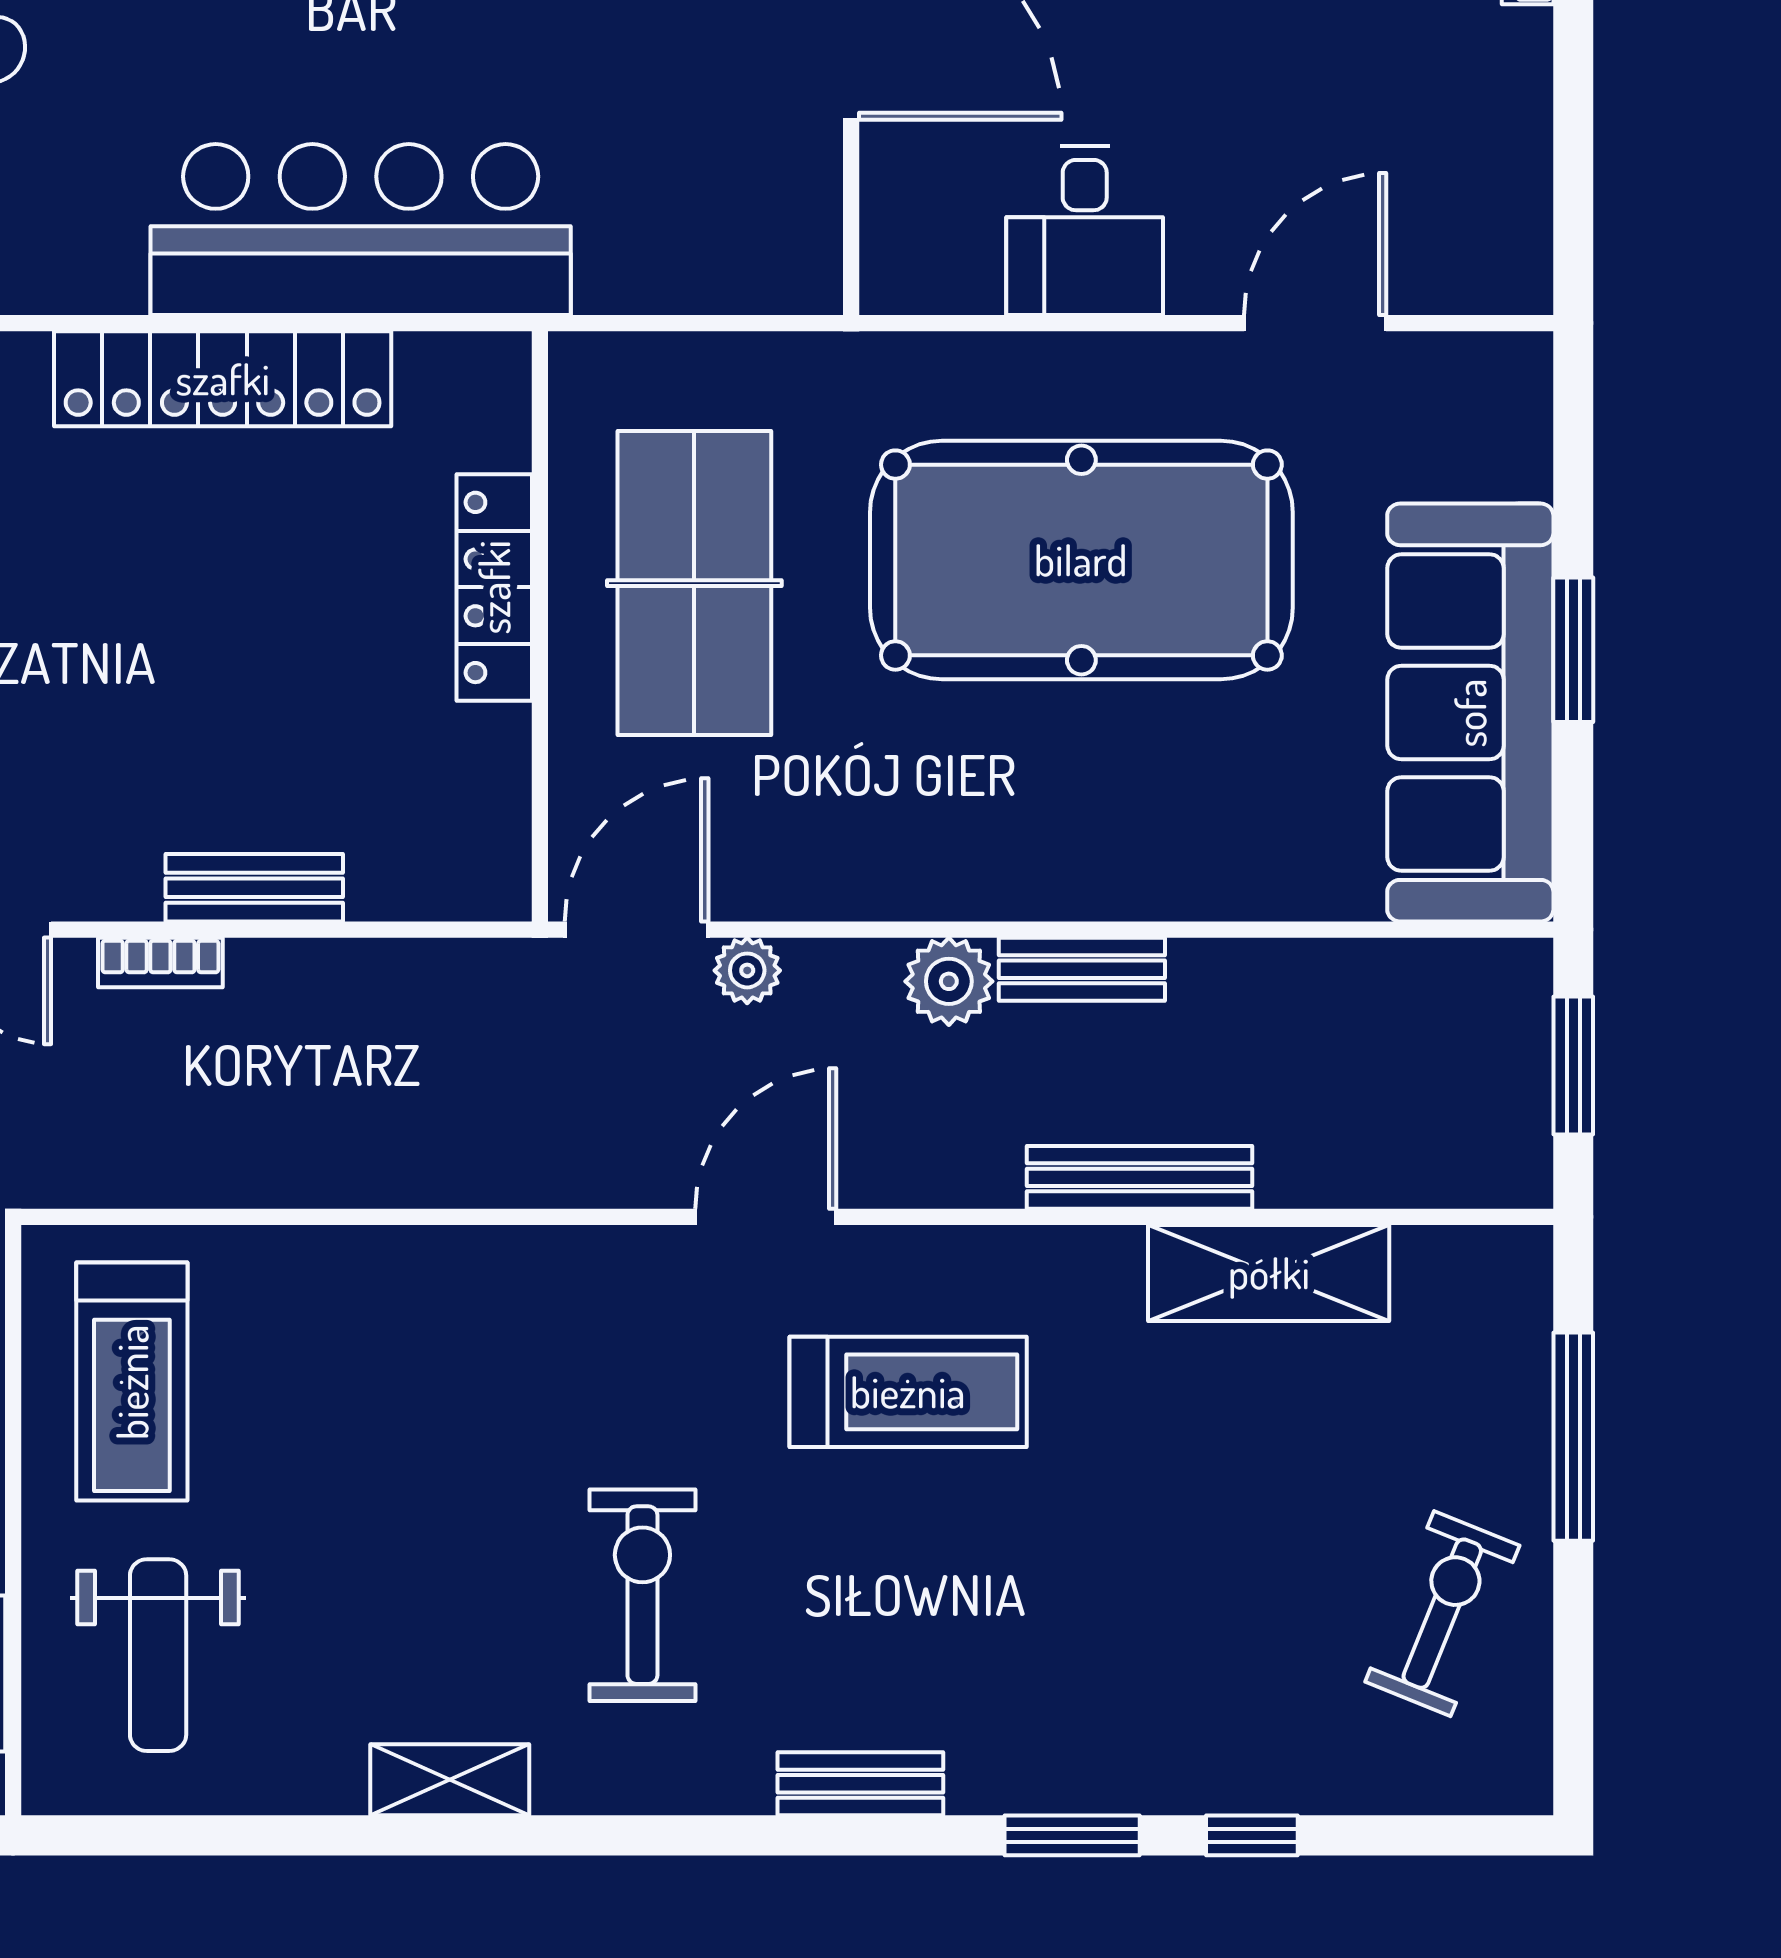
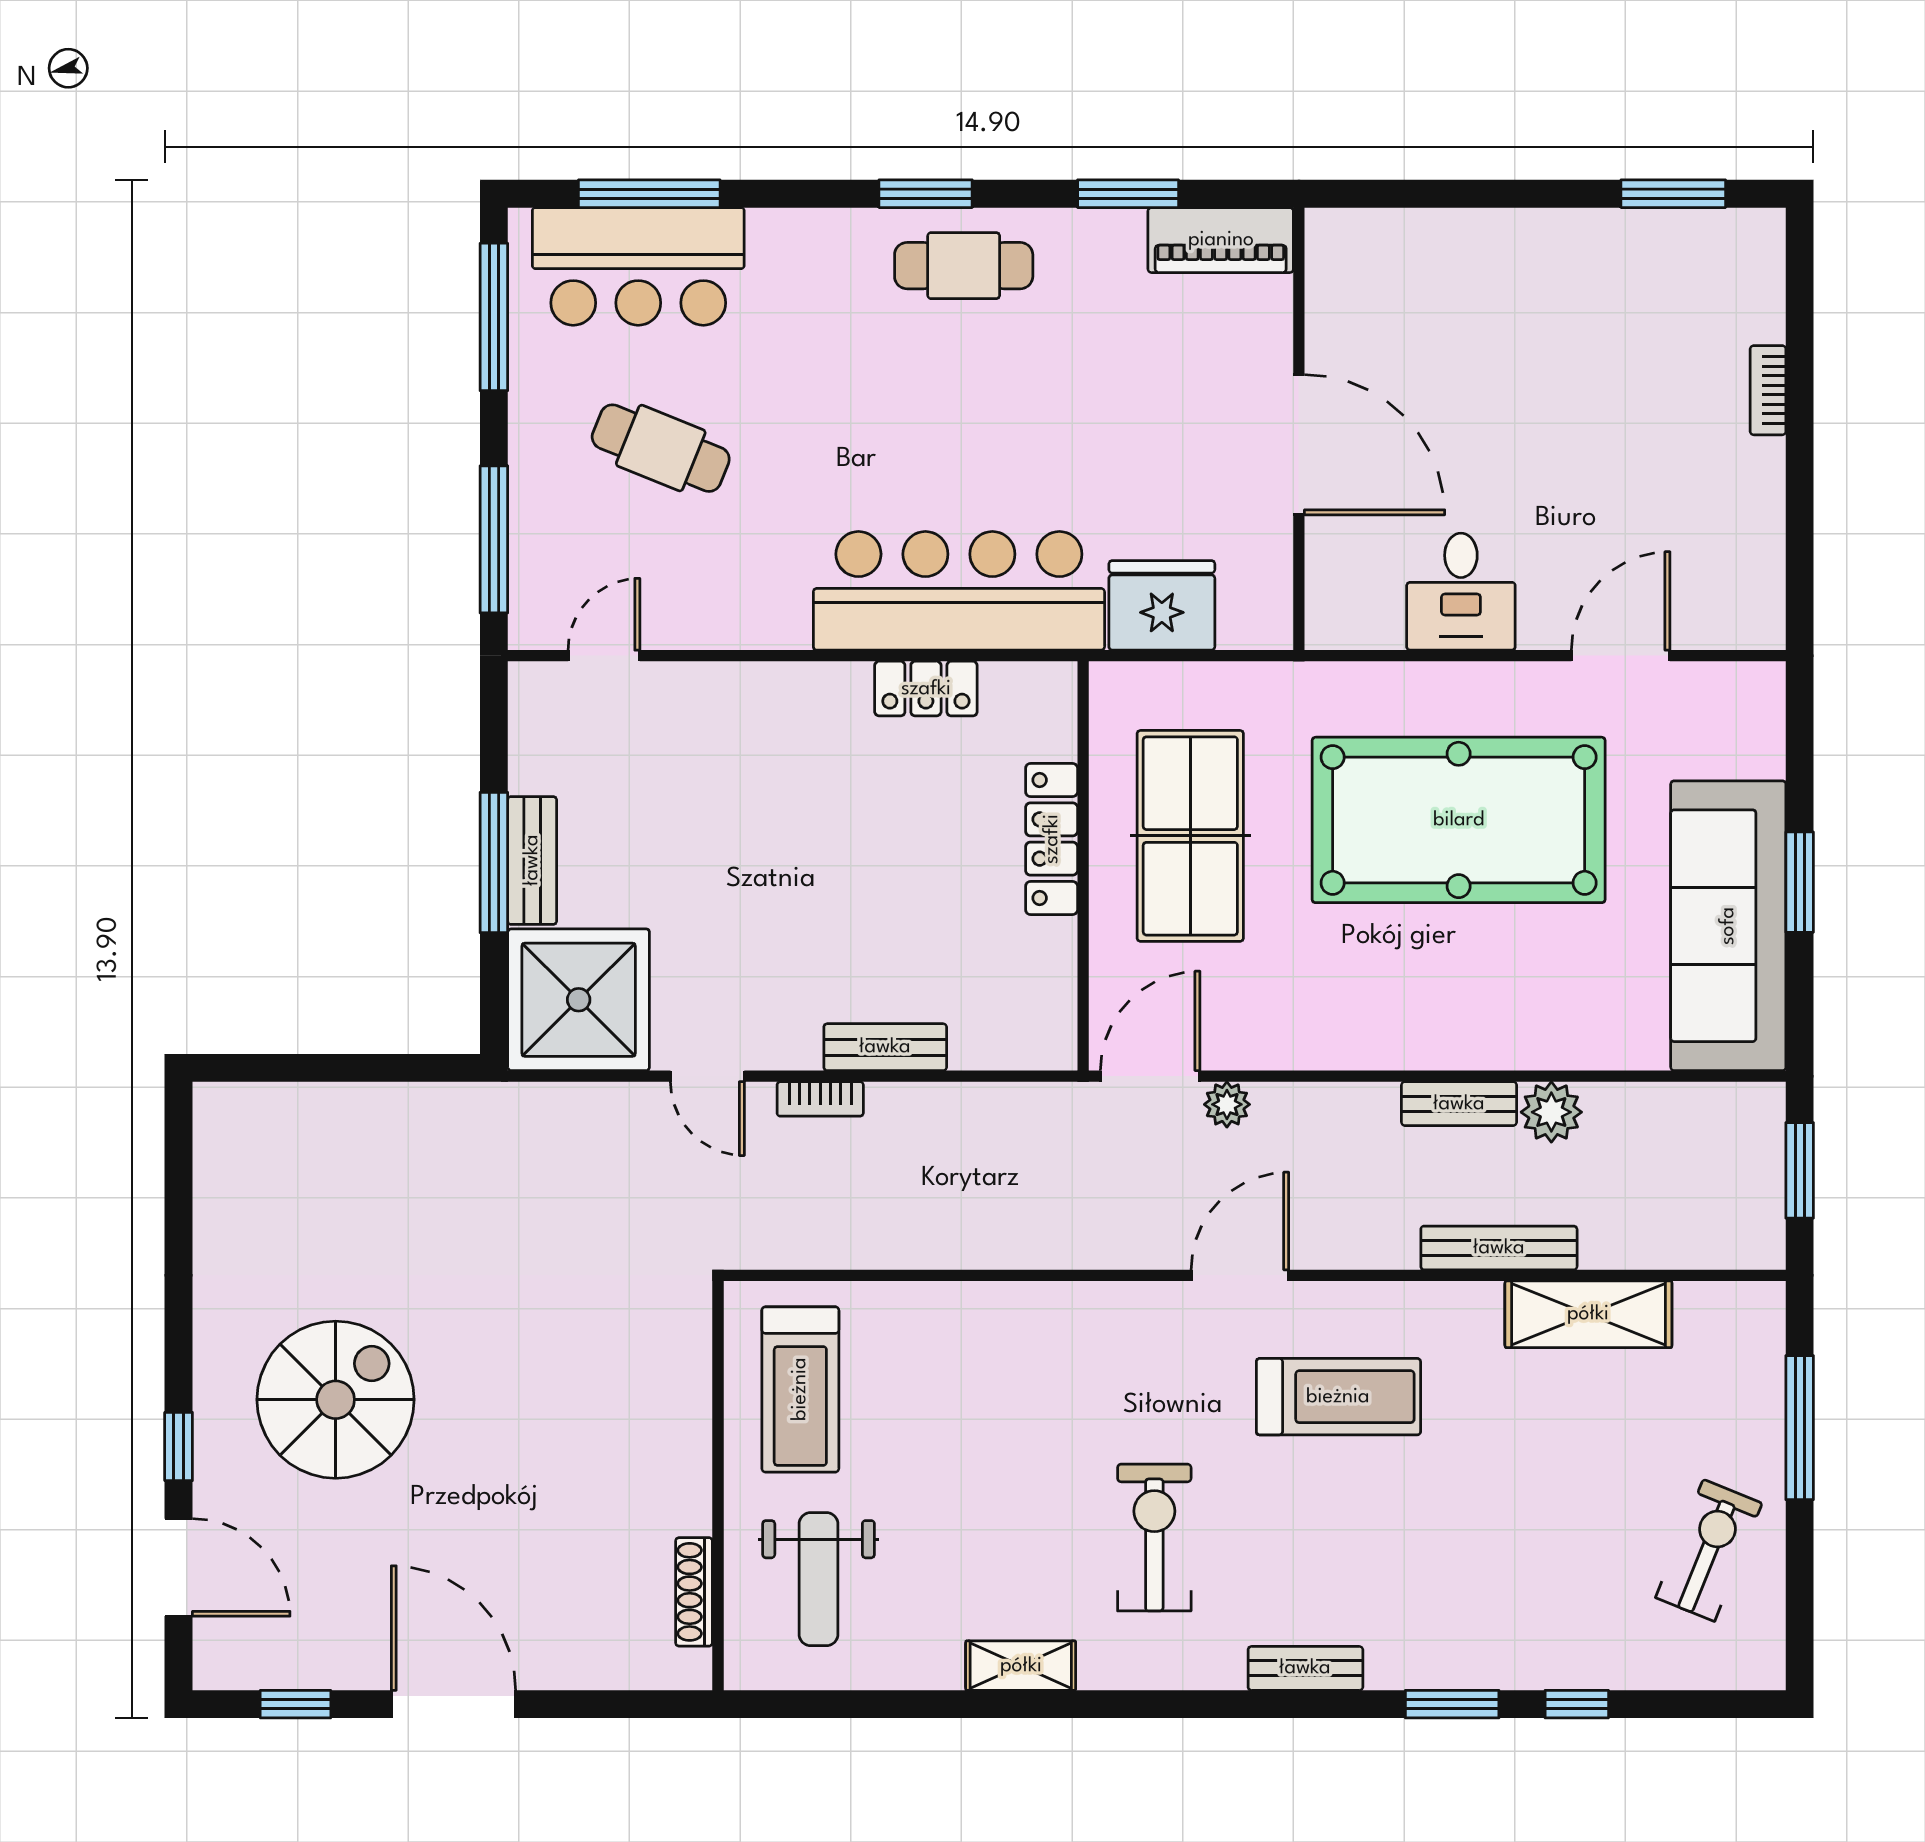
fridge: (653, 250) -> (1162, 605), added
locker: (223, 379) -> (926, 689), width x0.46, depth x0.83
plant: (949, 981) -> (1551, 1112), moved

